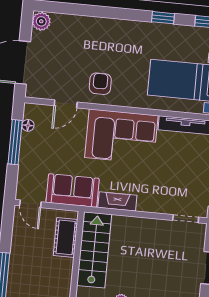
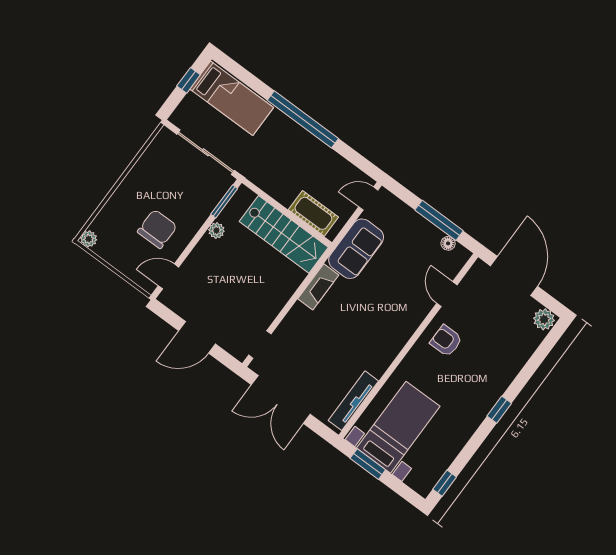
window: (163, 18) -> (499, 410), moved
armchair: (100, 84) -> (446, 341), turned 180
corner sofa: (121, 137) -> (381, 330), removed

